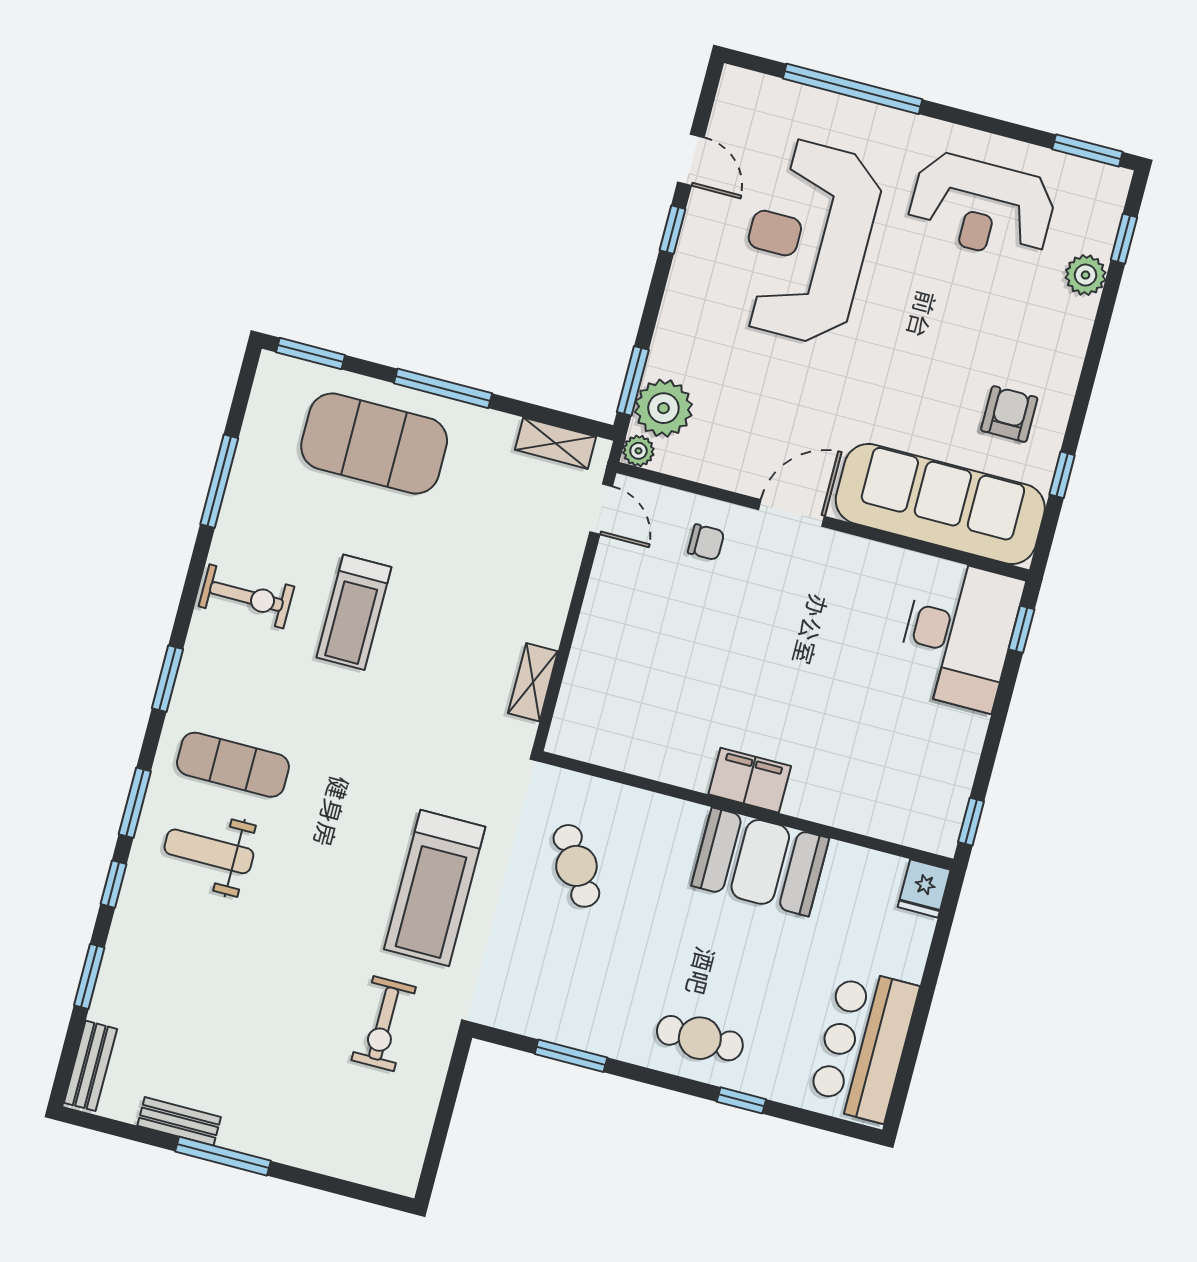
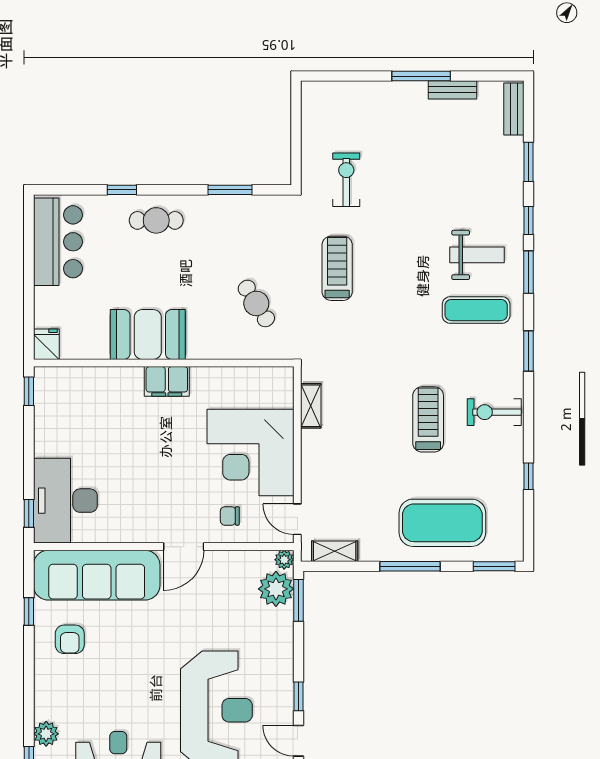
window: (219, 481) -> (528, 476), width x0.46
corner desk: (647, 634) -> (250, 453), added
treadmill: (435, 888) -> (337, 268), width x0.73, depth x0.73

